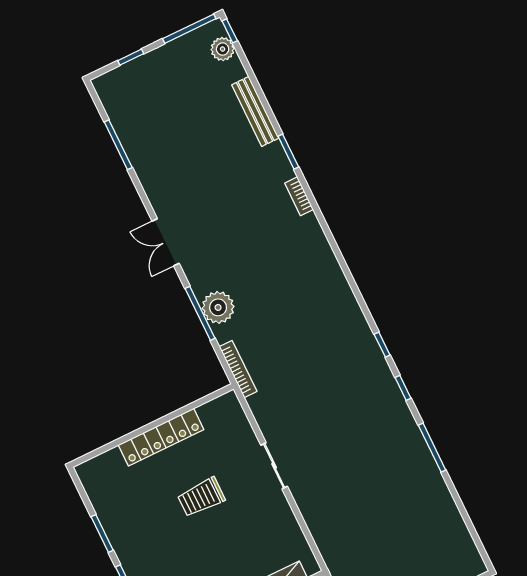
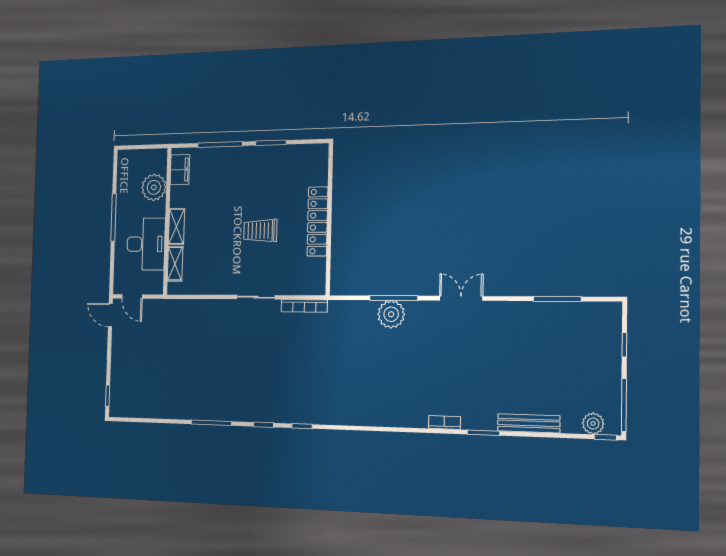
bookcase: (238, 369) -> (304, 306), moved
trolley: (201, 497) -> (260, 231), turned -90

